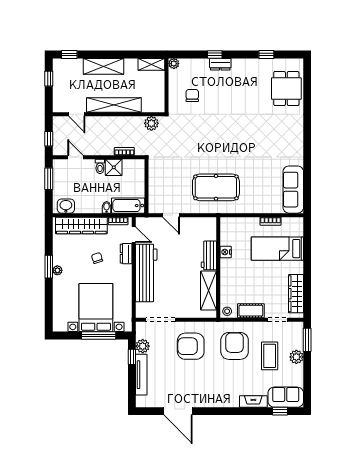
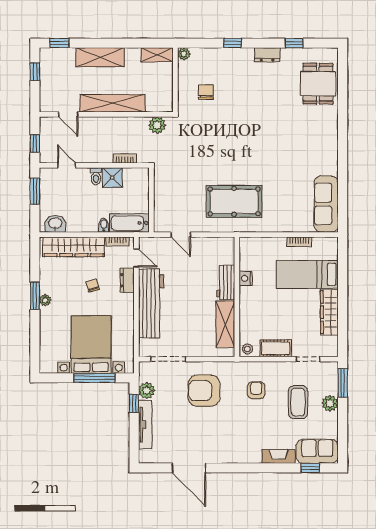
dresser: (220, 64) -> (267, 55), moved
wardrobe: (296, 294) -> (329, 312), moved
armchair: (235, 346) -> (256, 390), width x0.53, depth x0.53

